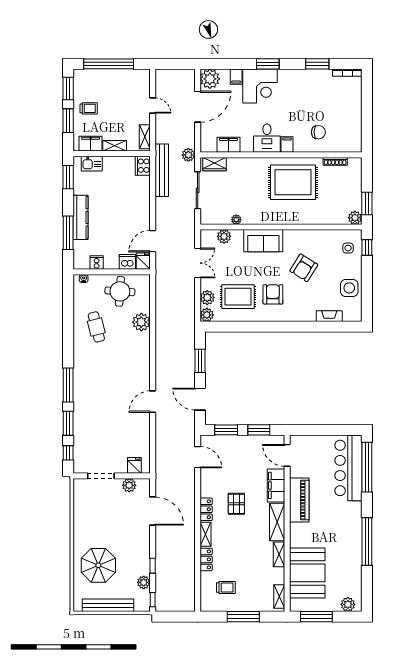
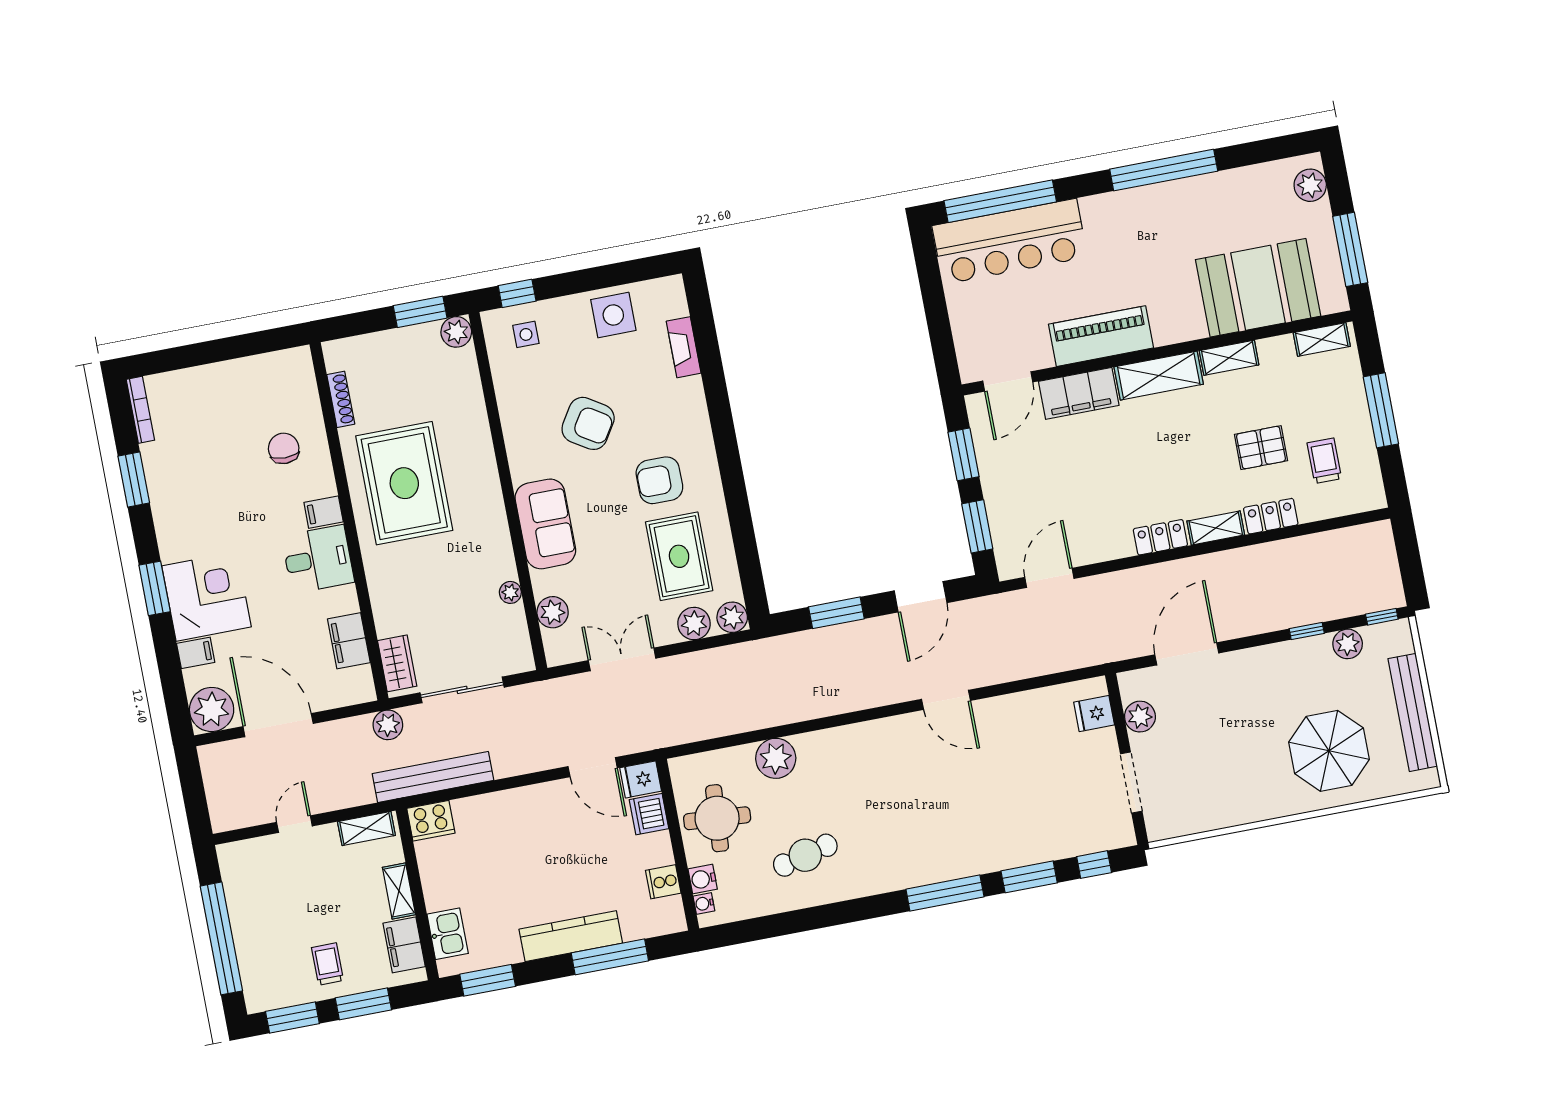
water cooler: (94, 280) -> (703, 879), added
pallet: (236, 504) -> (1261, 448), moved

